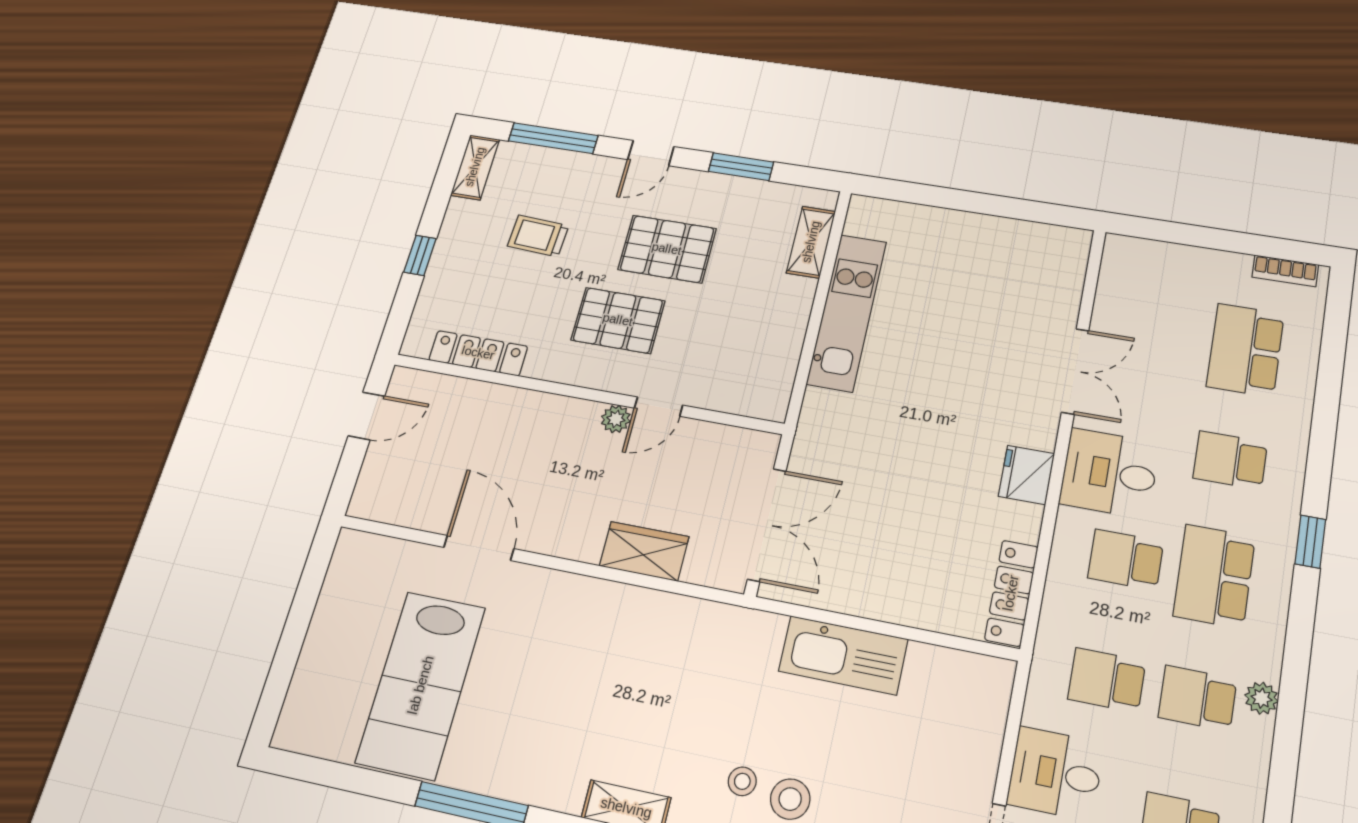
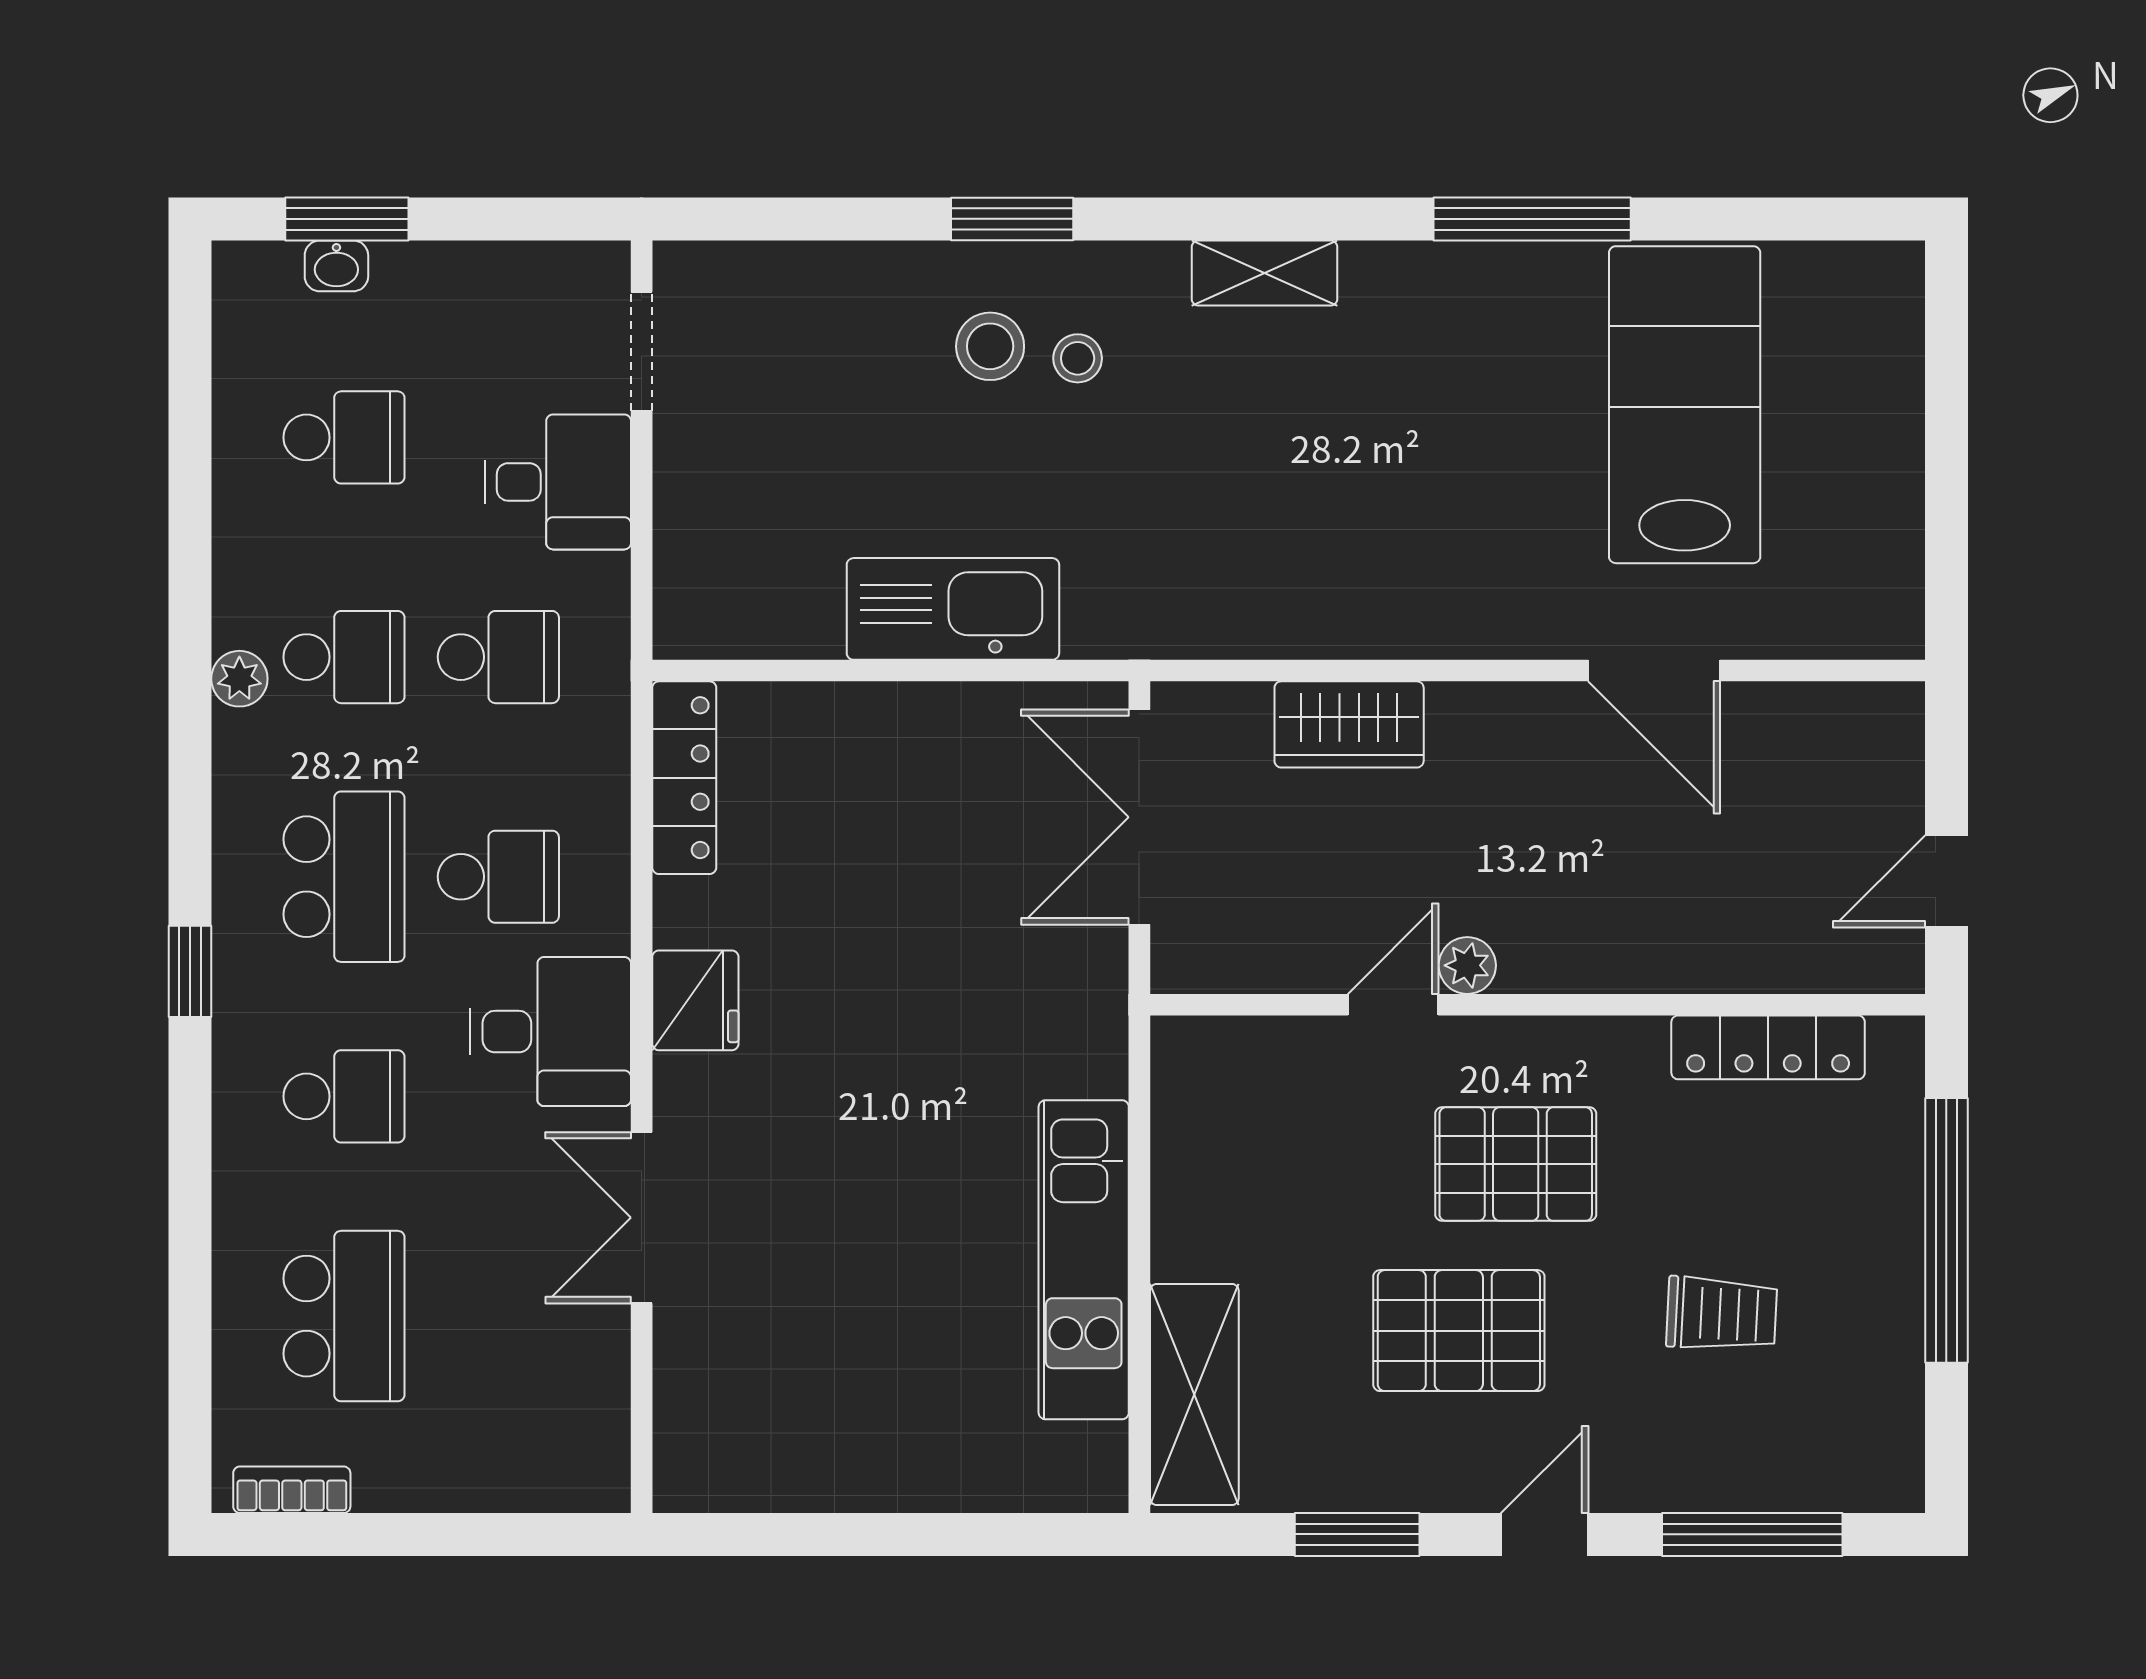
shelving: (475, 167) -> (1893, 1442), removed
shelving: (811, 242) -> (1194, 1394), width x1.50, depth x1.33
window: (420, 255) -> (1946, 1230), width x3.17

